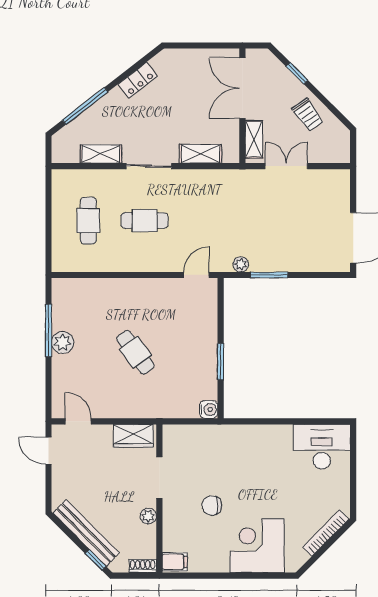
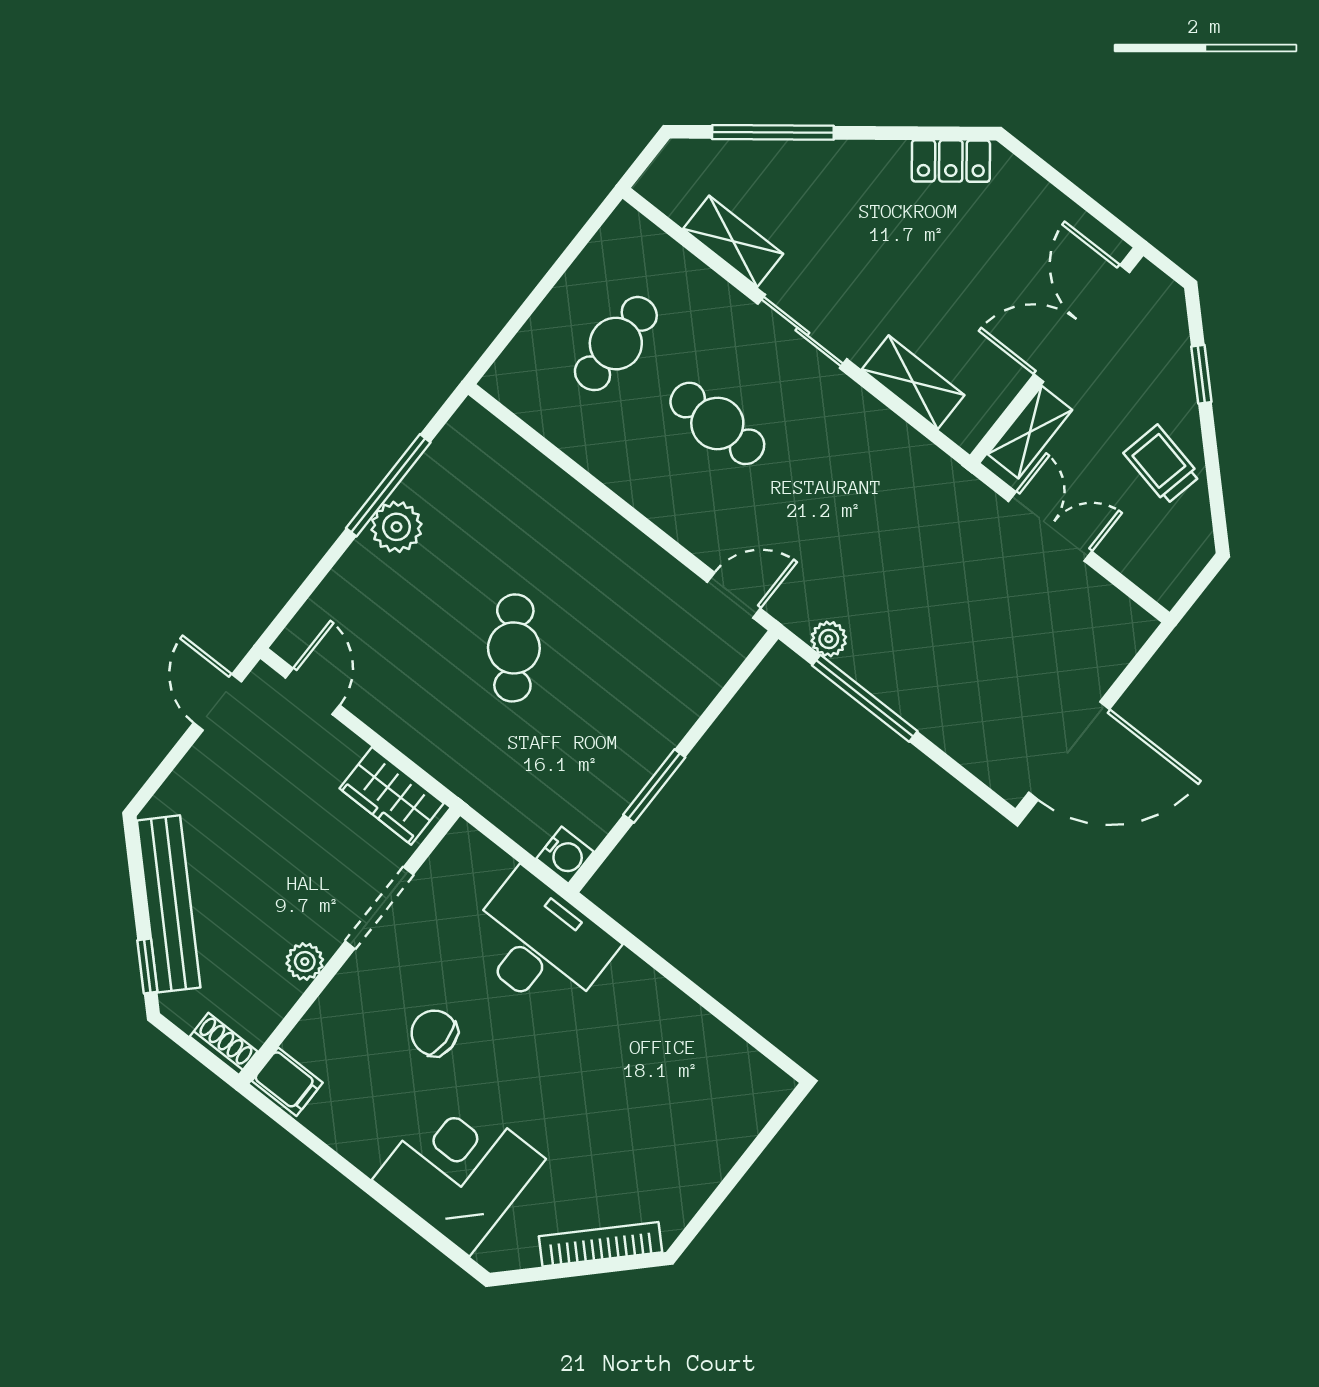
locker: (138, 80) -> (951, 161), moved
trolley: (308, 115) -> (1162, 464), turned 138
window: (269, 275) -> (865, 698), width x1.44
desk: (322, 447) -> (540, 944), moved

